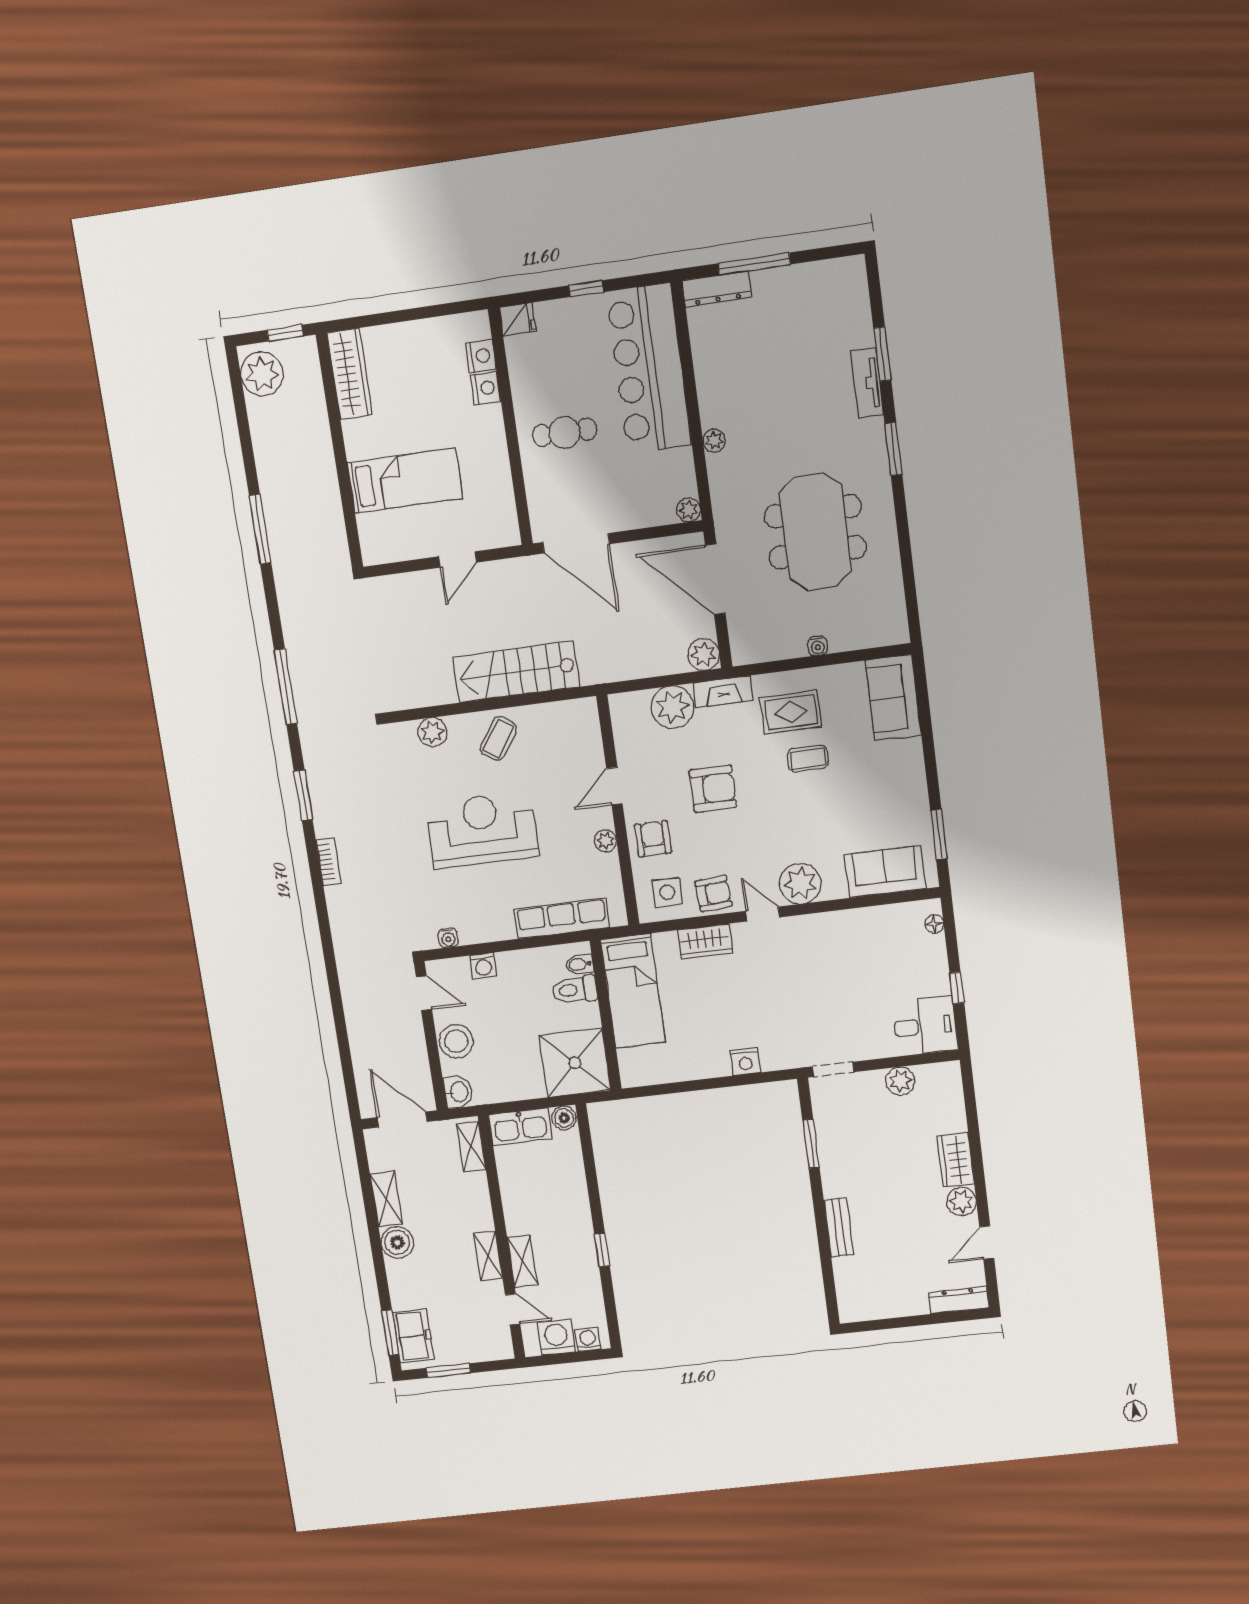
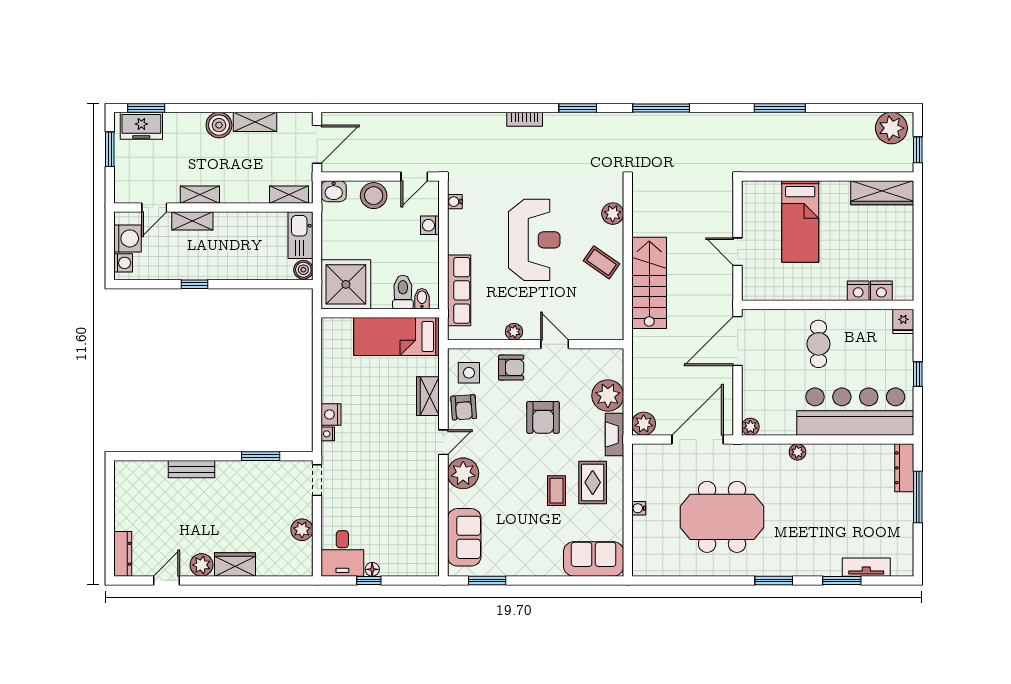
tv unit: (867, 383) -> (866, 567), moved
floor lamp: (934, 924) -> (372, 569), moved
nightstand: (771, 1063) -> (328, 434), added
door: (987, 1243) -> (167, 580), hinge flipped

